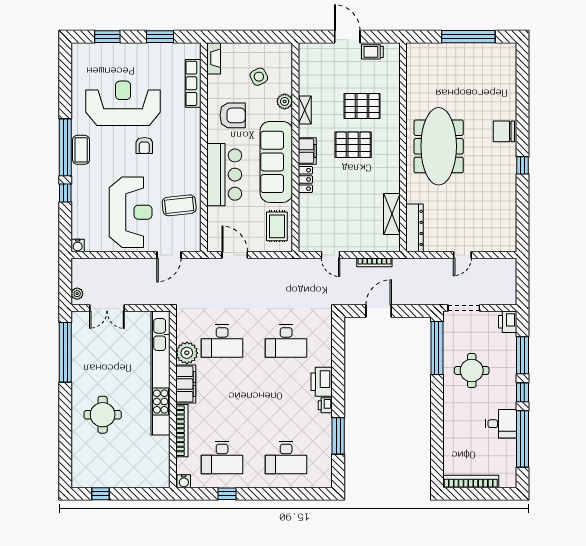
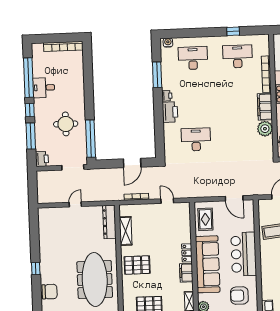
pallet: (353, 145) -> (137, 265), moved
desk: (222, 341) -> (241, 138), removed
water cooler: (184, 481) -> (168, 43), moved

